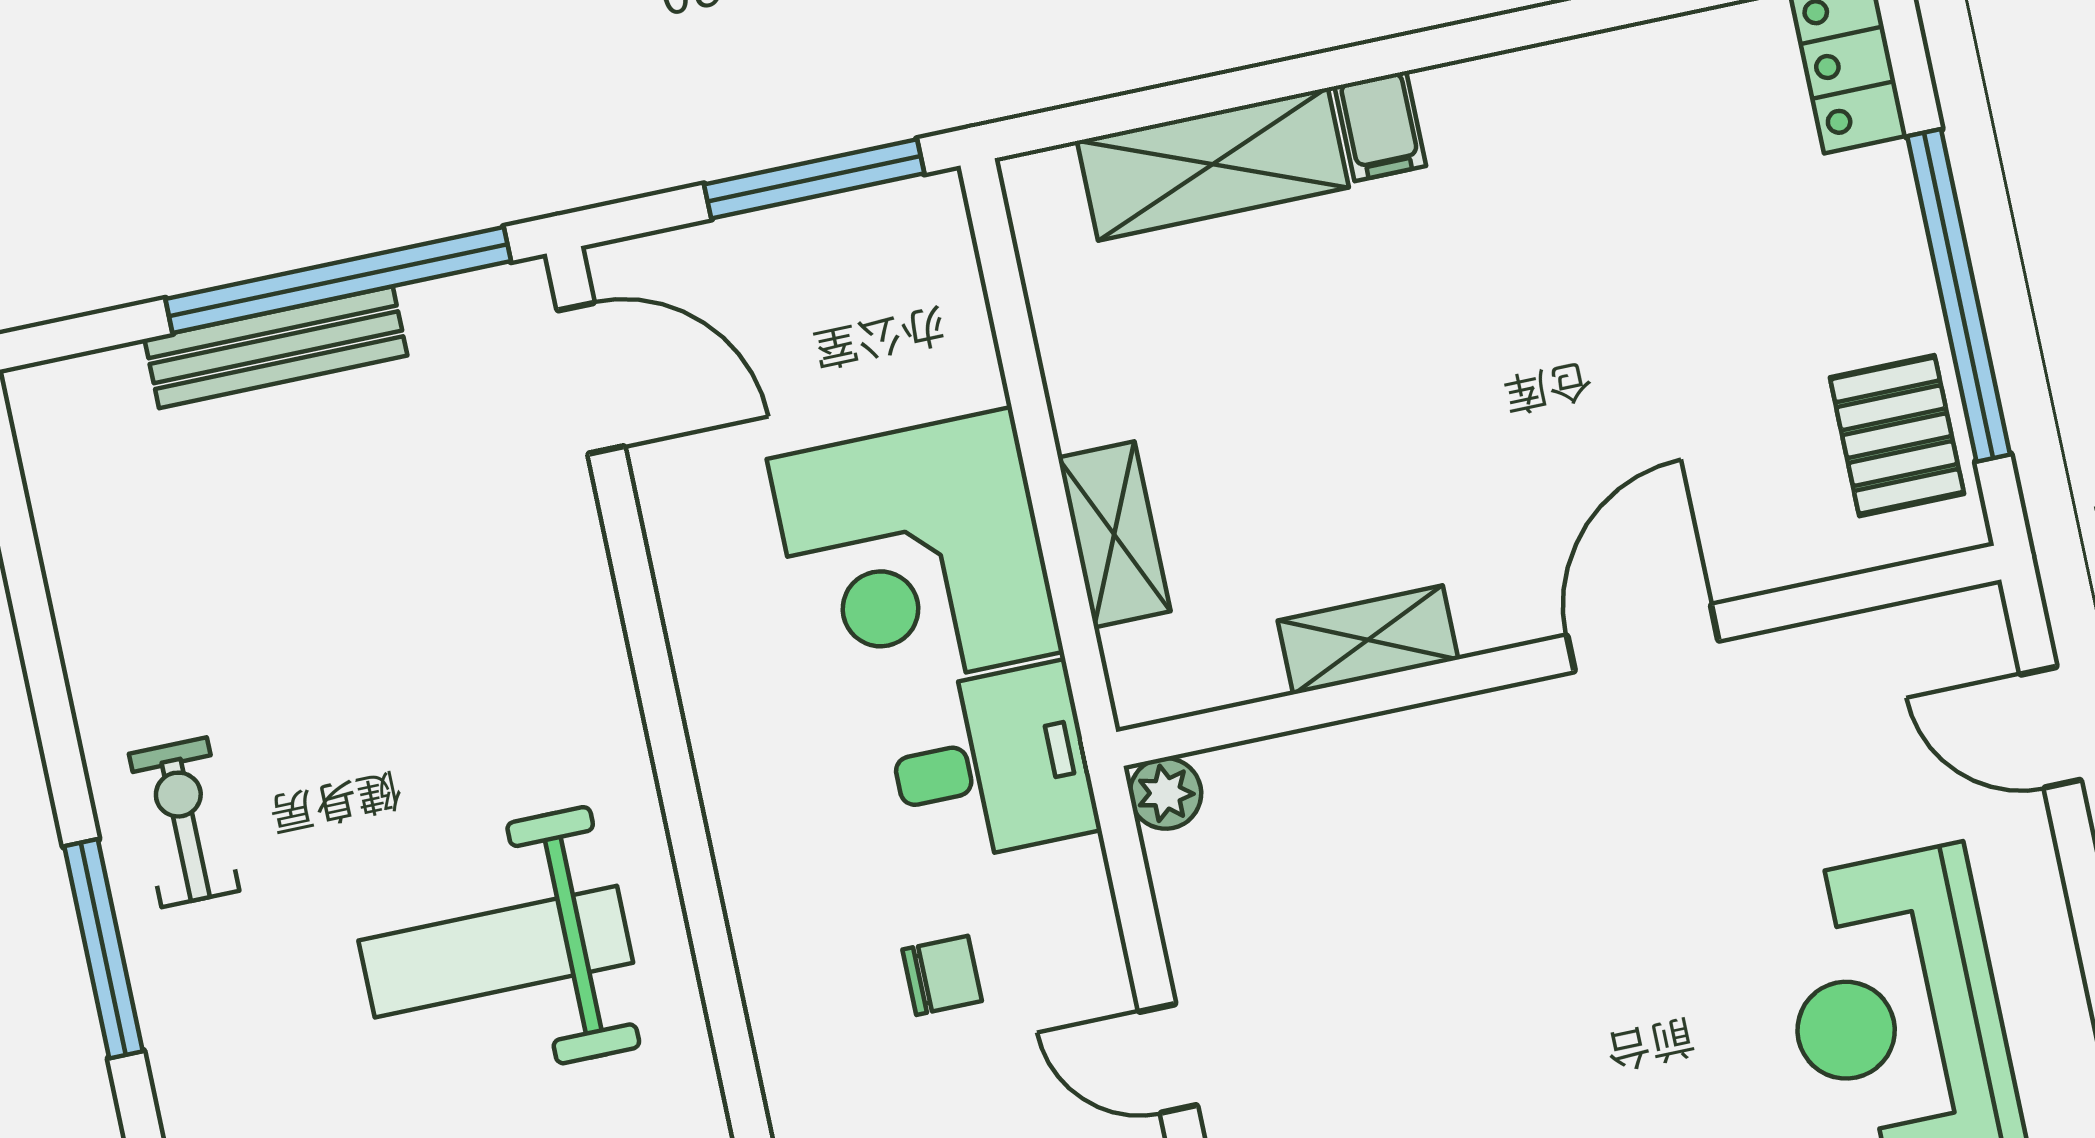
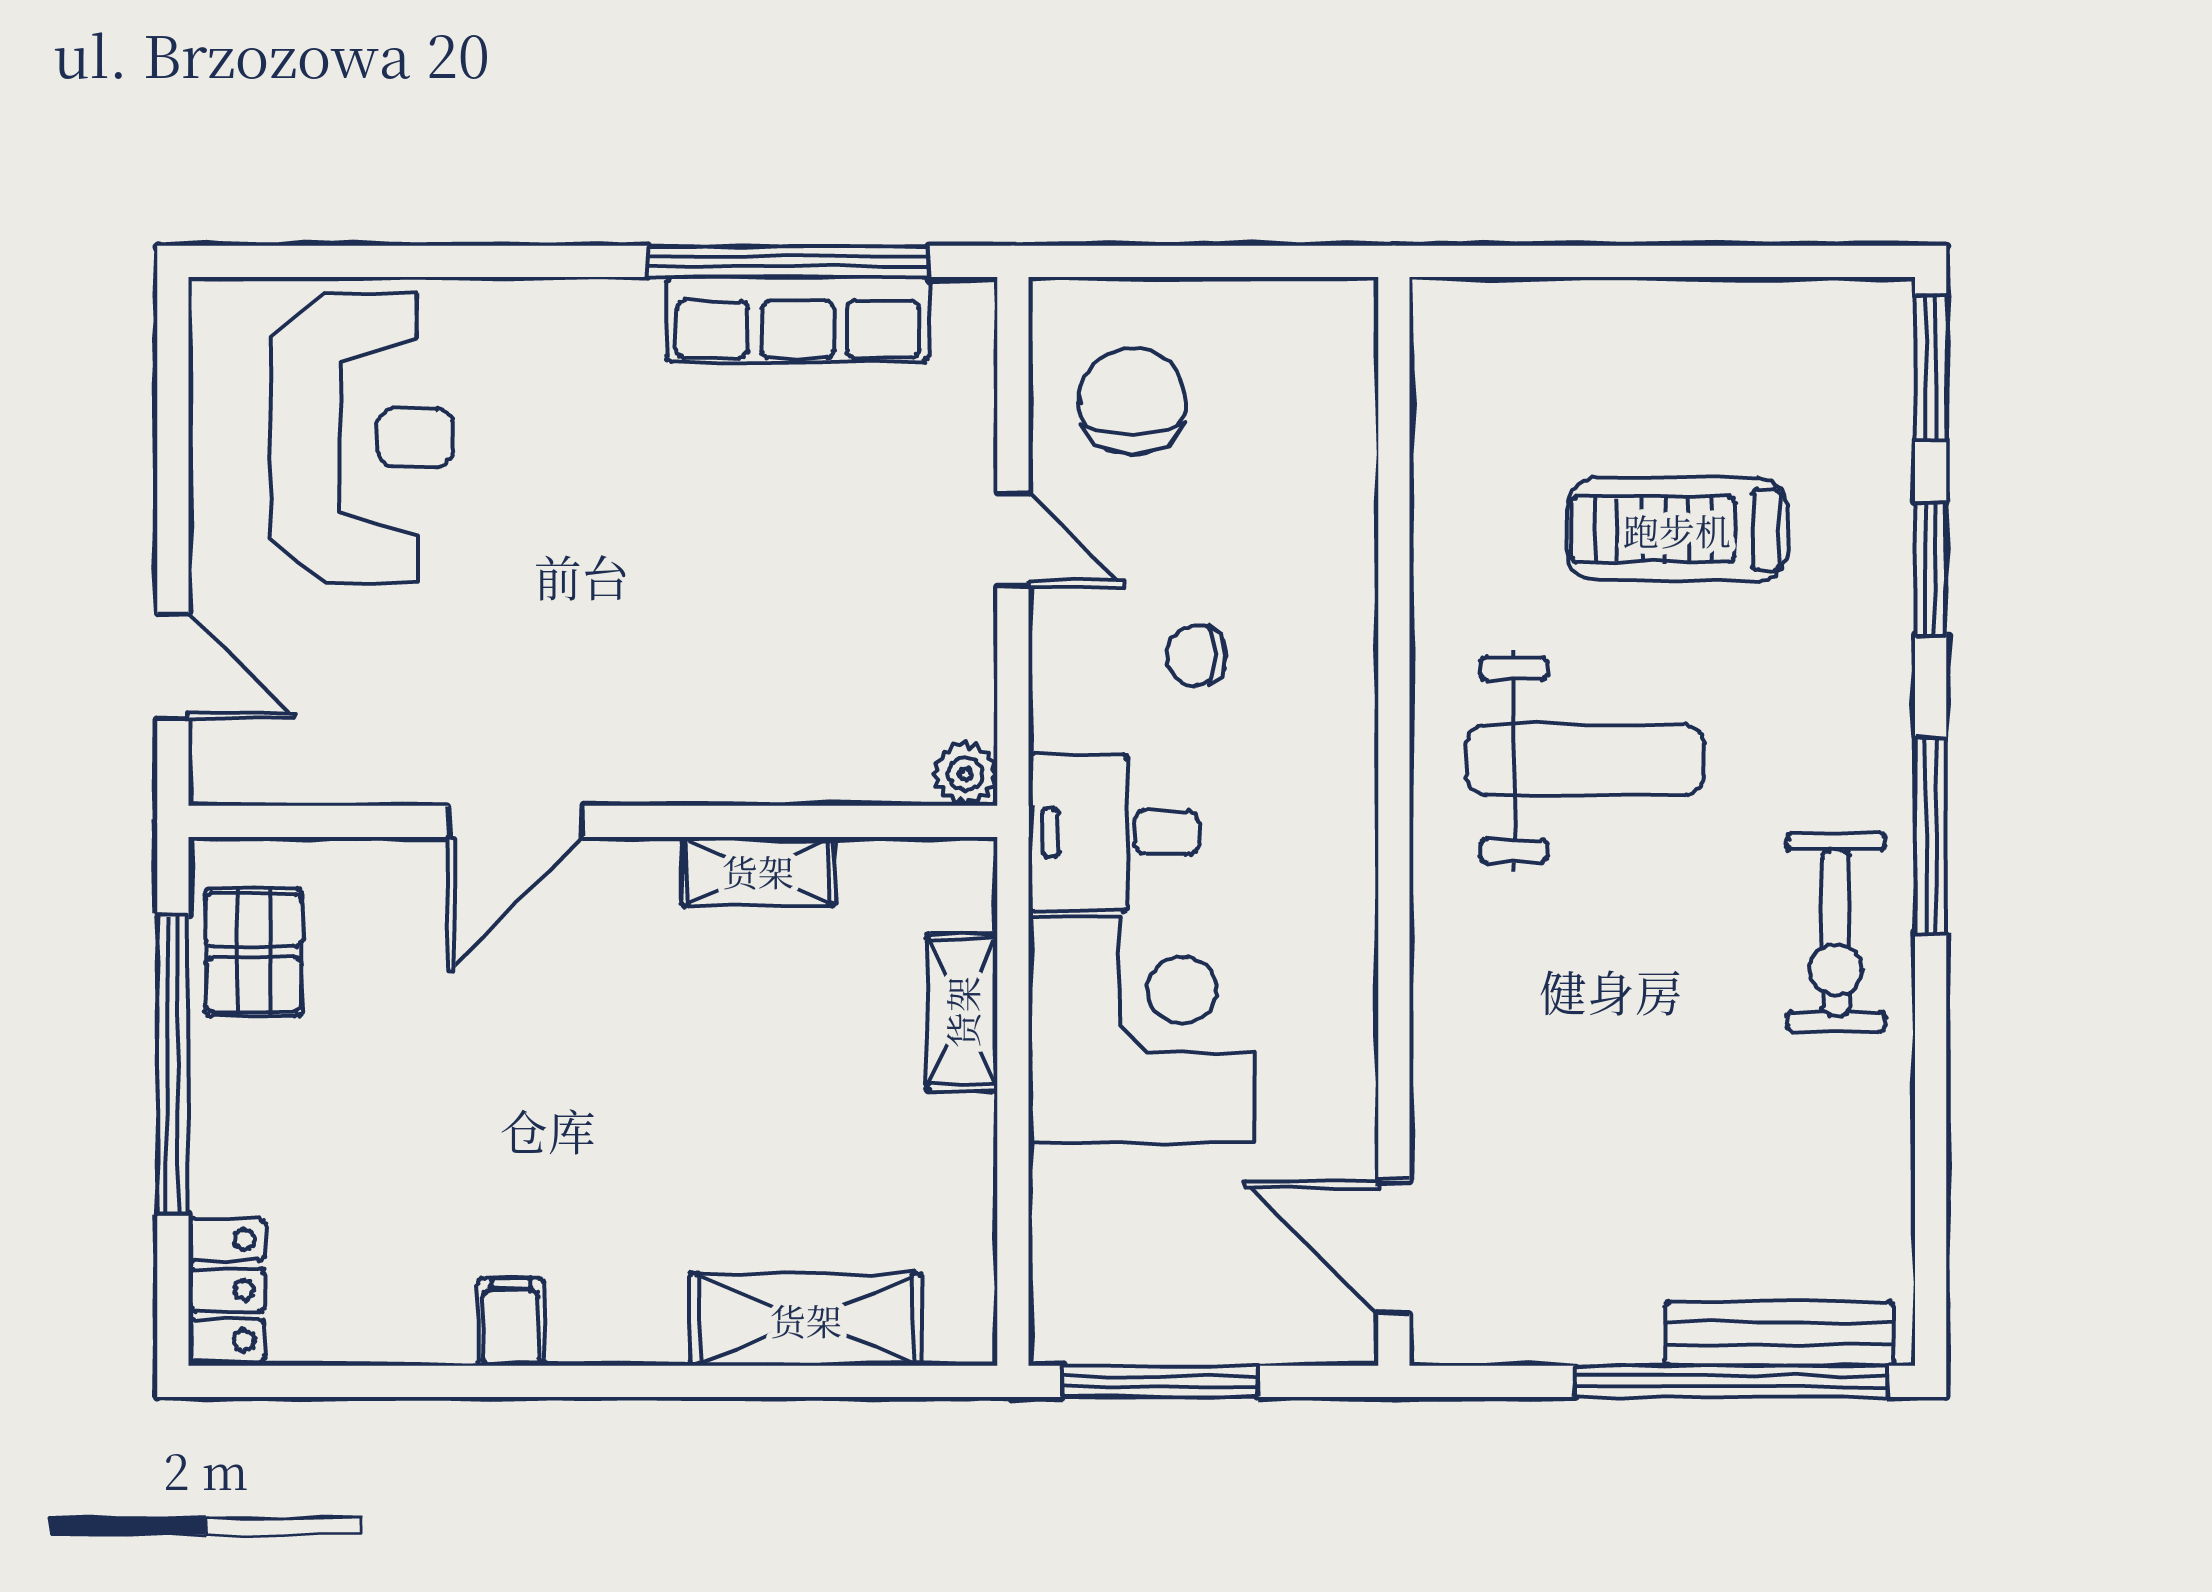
filing cabinet: (1380, 126) -> (511, 1322), moved
window: (338, 280) -> (1731, 1381), moved
bench: (276, 347) -> (1779, 1334), moved
exercise bike: (184, 822) -> (1836, 932), width x1.38, depth x1.39

